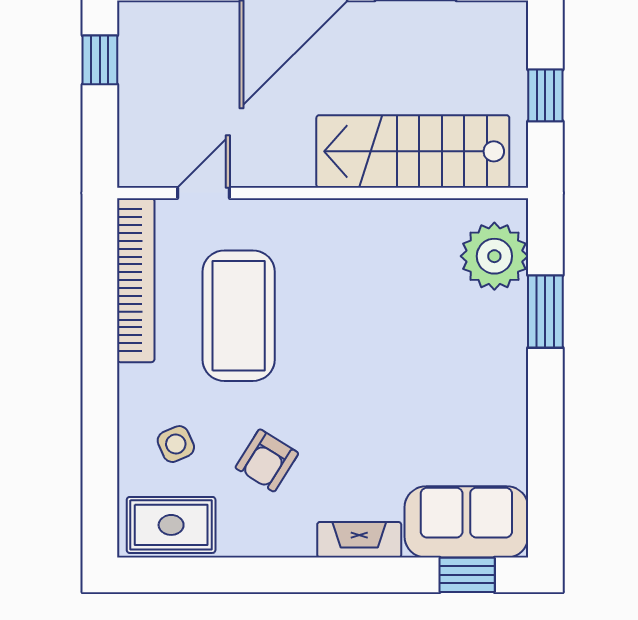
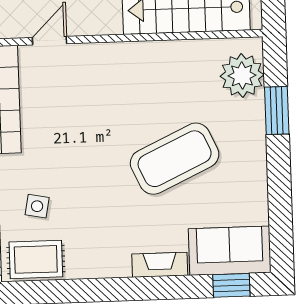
coffee table: (239, 316) -> (175, 159), moved, turned 65
side table: (176, 444) -> (37, 206), turned 35
armchair: (267, 460) -> (97, 215), removed

